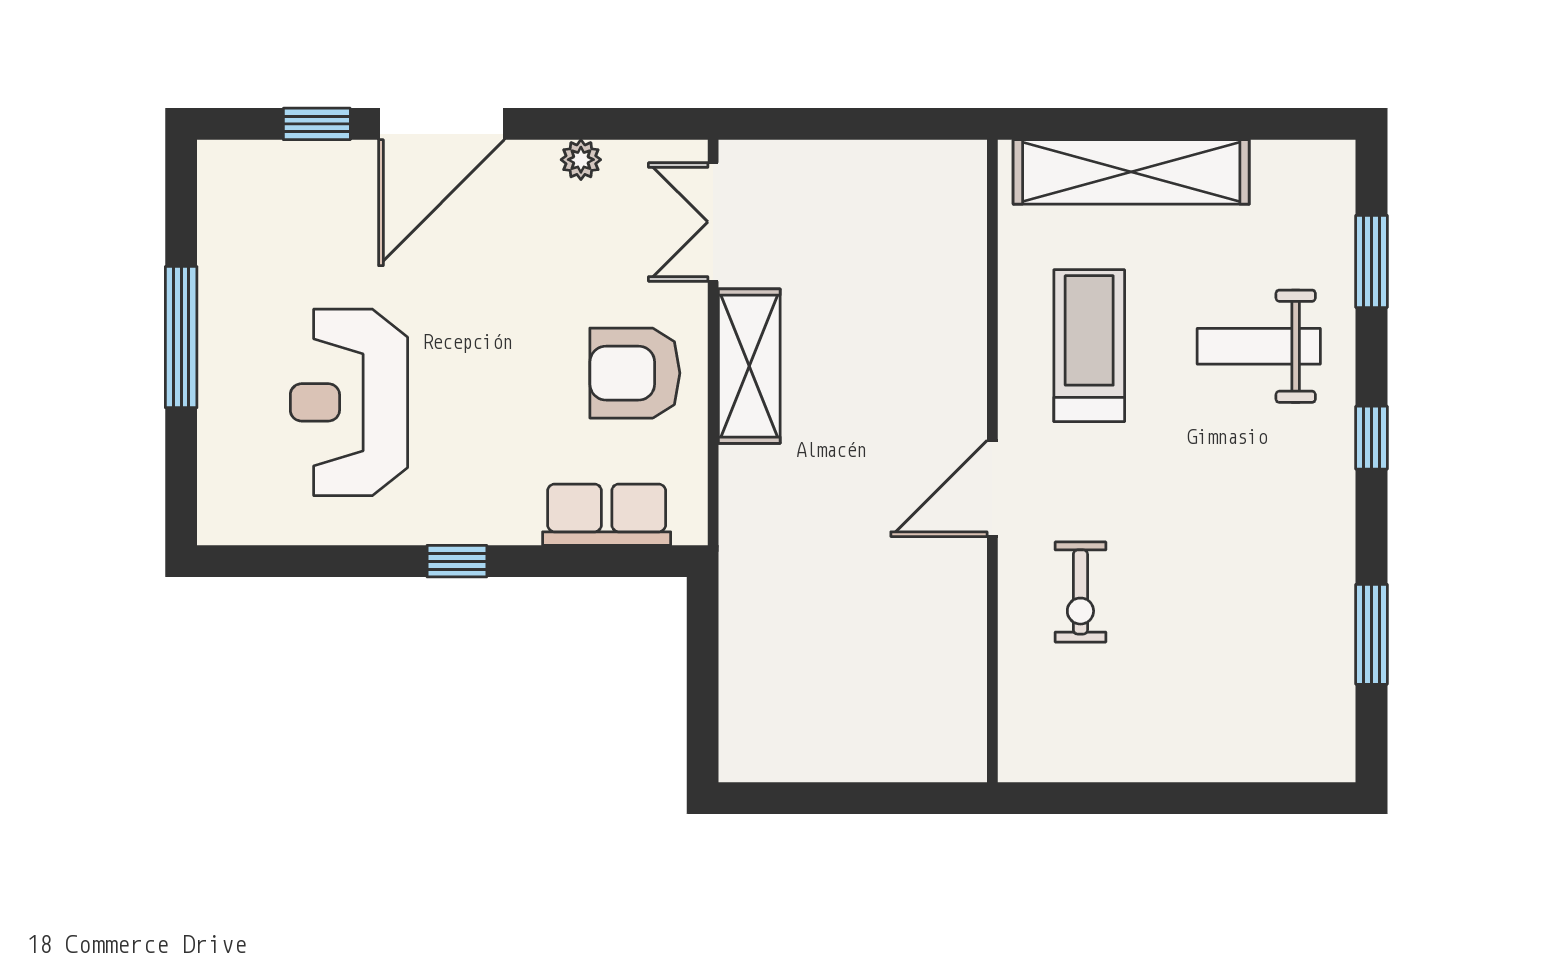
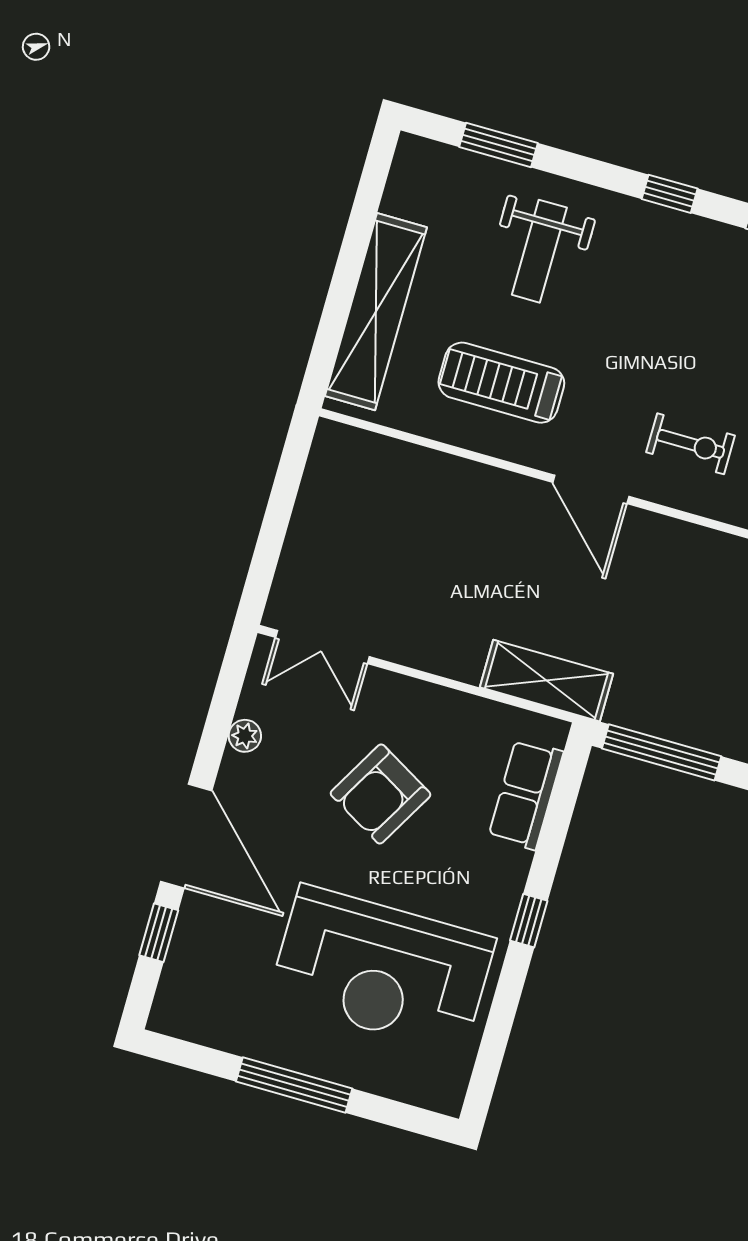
shelving: (749, 366) -> (546, 681), moved
armchair: (635, 373) -> (380, 794), moved, turned 30
reception desk: (349, 402) -> (382, 969), width x1.36, depth x1.30
window: (1372, 438) -> (670, 194), moved
window: (703, 662) -> (662, 752), added

